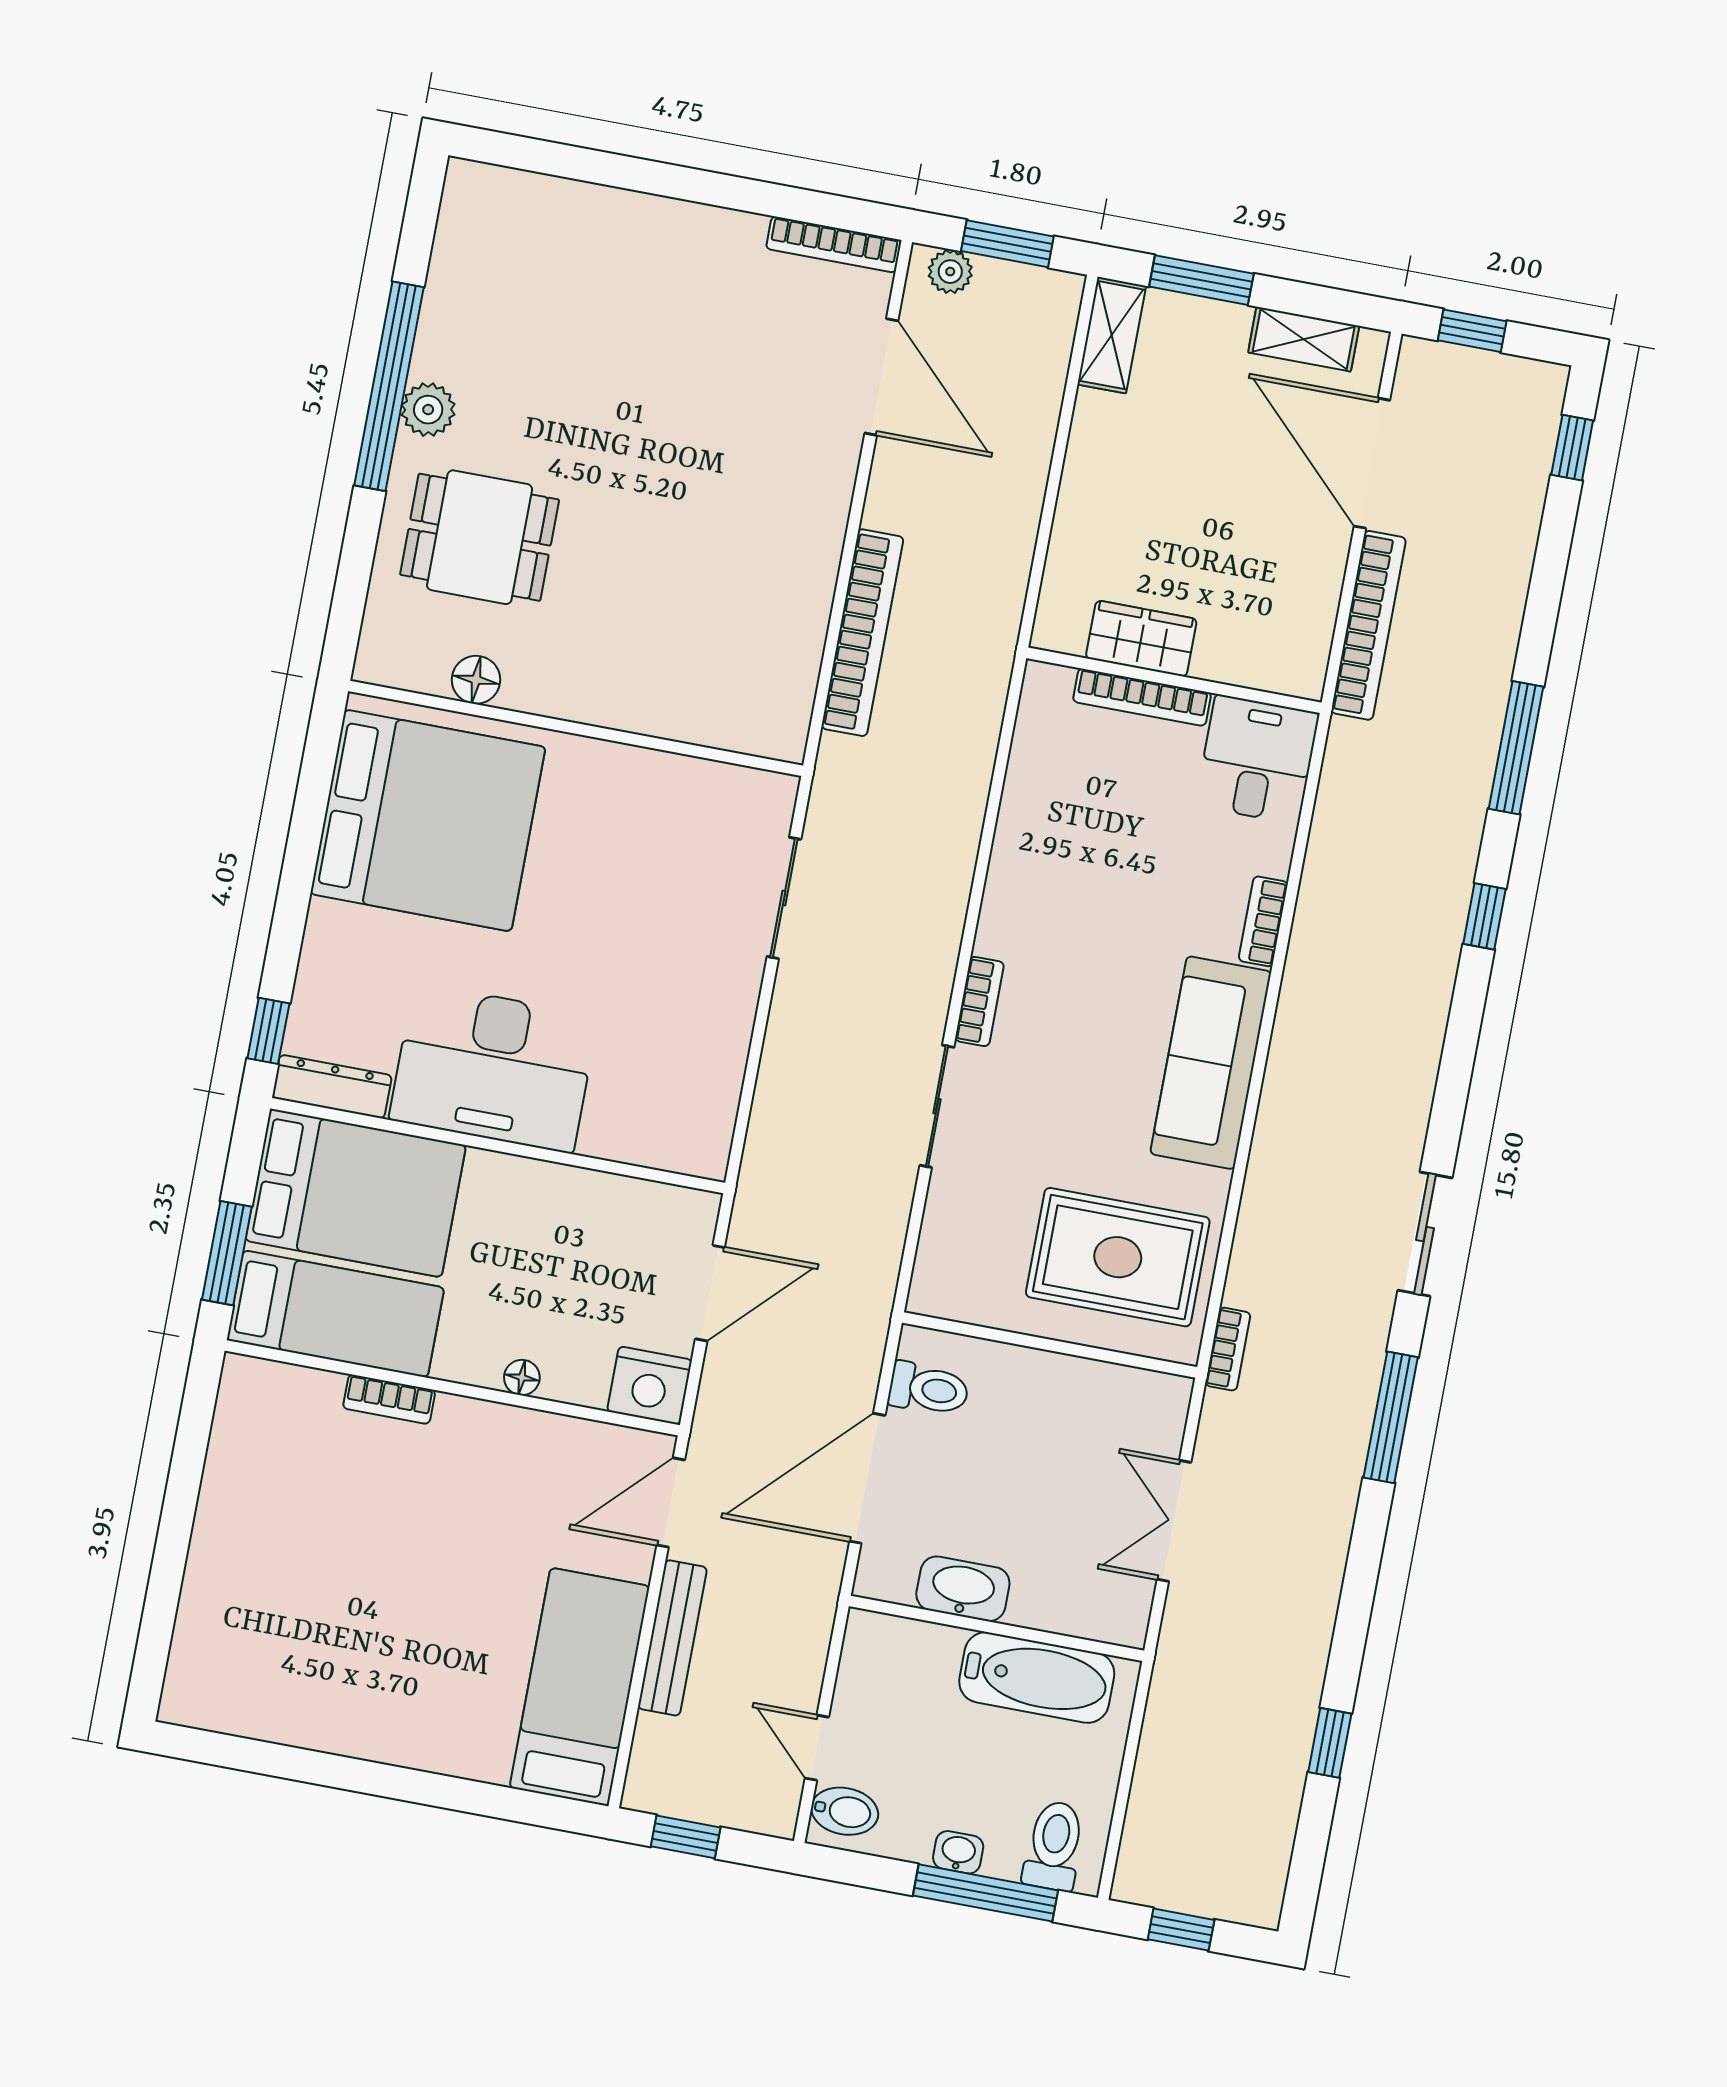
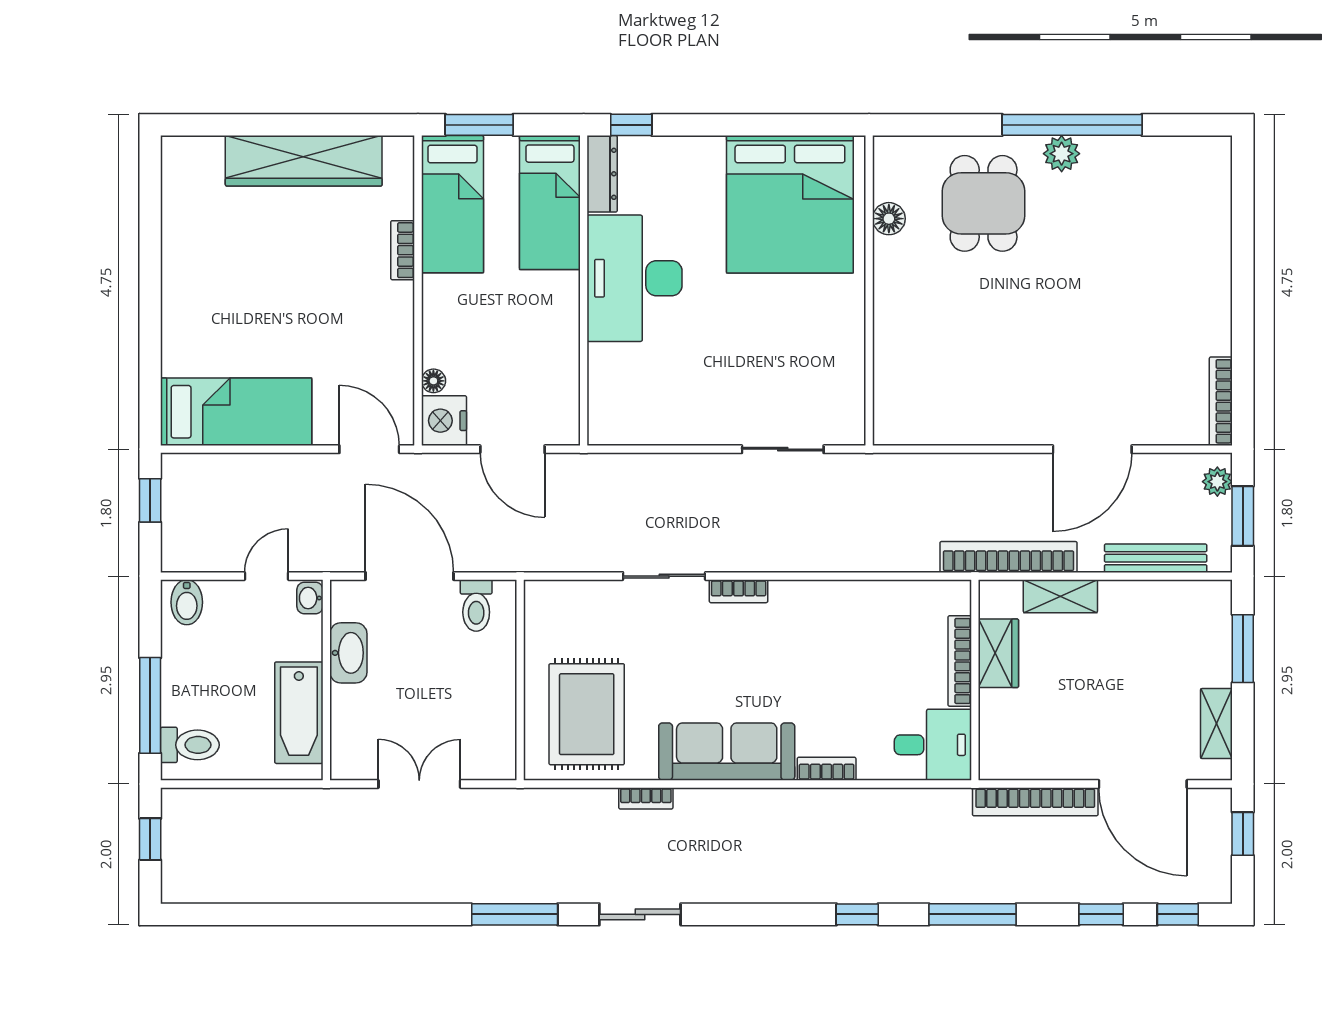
shelving: (1112, 335) -> (1060, 596), moved
door: (881, 377) -> (1092, 449), moved
door: (1372, 463) -> (1143, 784), swing flipped
bookcase: (862, 633) -> (1008, 557), moved, turned 180
bed: (356, 1193) -> (550, 203), width x0.67
bookcase: (1228, 1349) -> (646, 798), moved
floor lamp: (522, 1377) -> (433, 381), moved
wardrobe: (231, 1519) -> (304, 161), added
bench: (672, 1638) -> (1156, 558), moved
window: (1330, 1743) -> (1101, 914), moved
door: (817, 1748) -> (266, 576), moved
washbasin: (958, 1852) -> (310, 598), moved, turned 180

